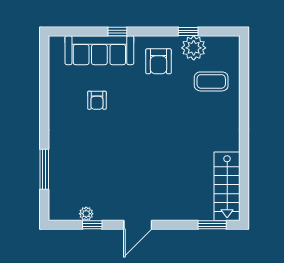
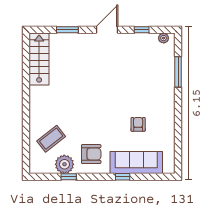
armchair: (159, 61) -> (91, 154), turned 90
coffee table: (211, 81) -> (51, 139), turned -38
plant: (86, 214) -> (164, 38), moved
window: (212, 225) -> (67, 30), moved

